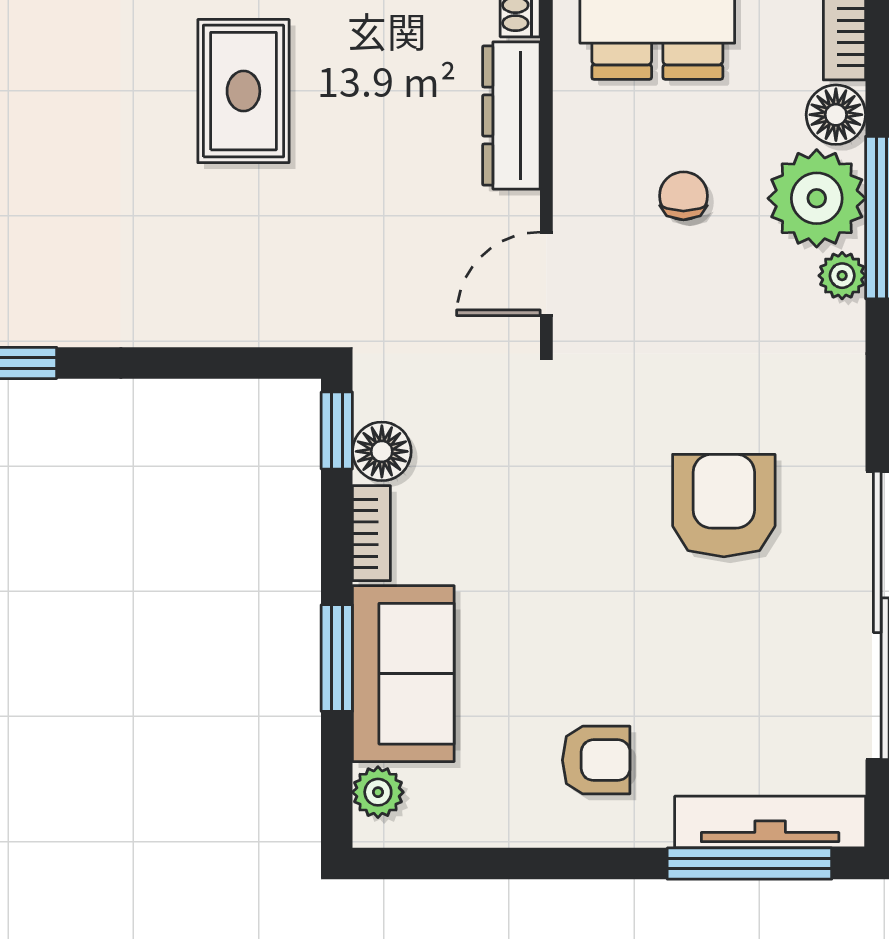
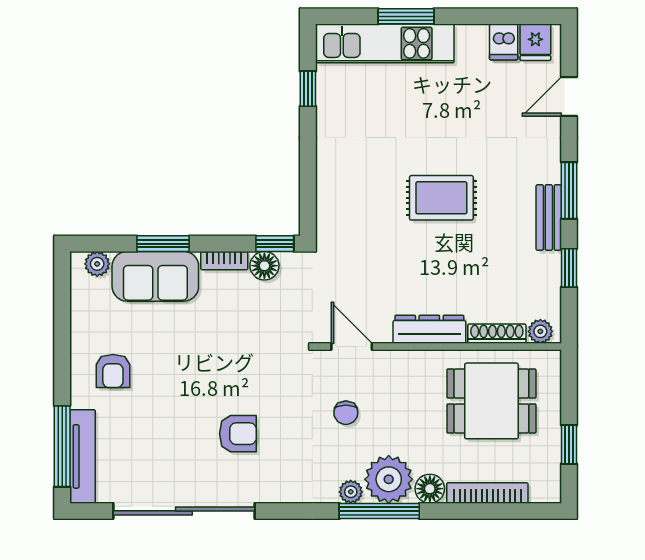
chair: (683, 196) -> (346, 413), moved, turned 90
armchair: (724, 506) -> (238, 434), width x0.72, depth x0.72

